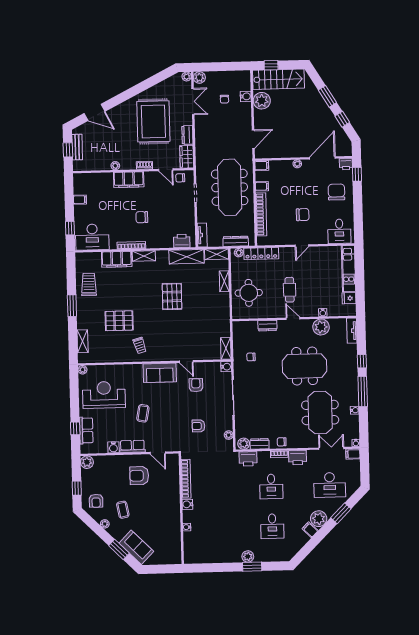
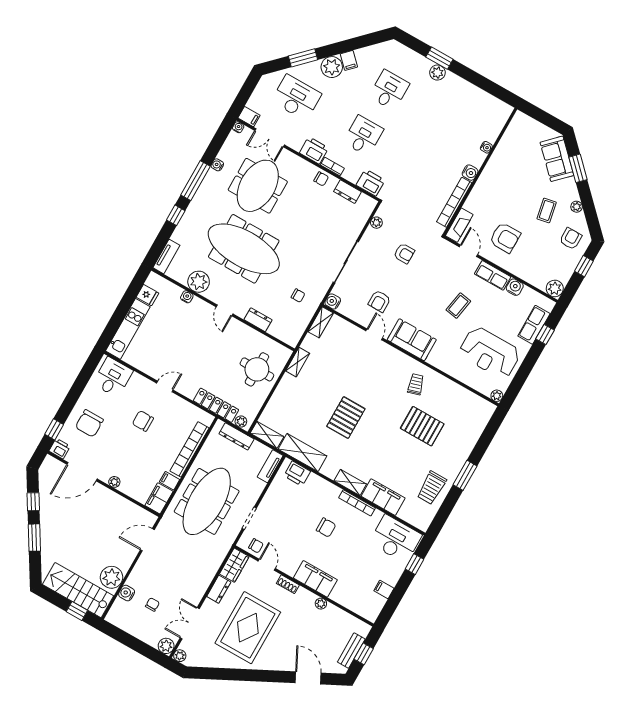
filing cabinet: (262, 166) -> (159, 498), width x2.00
shelving: (224, 281) -> (298, 362), moved
cafe table: (290, 290) -> (209, 345), removed
shelving: (83, 341) -> (477, 428), removed
meeting table: (305, 366) -> (244, 249), width x1.36
plant: (244, 444) -> (365, 203), removed
fireplace: (174, 466) -> (459, 225), added

